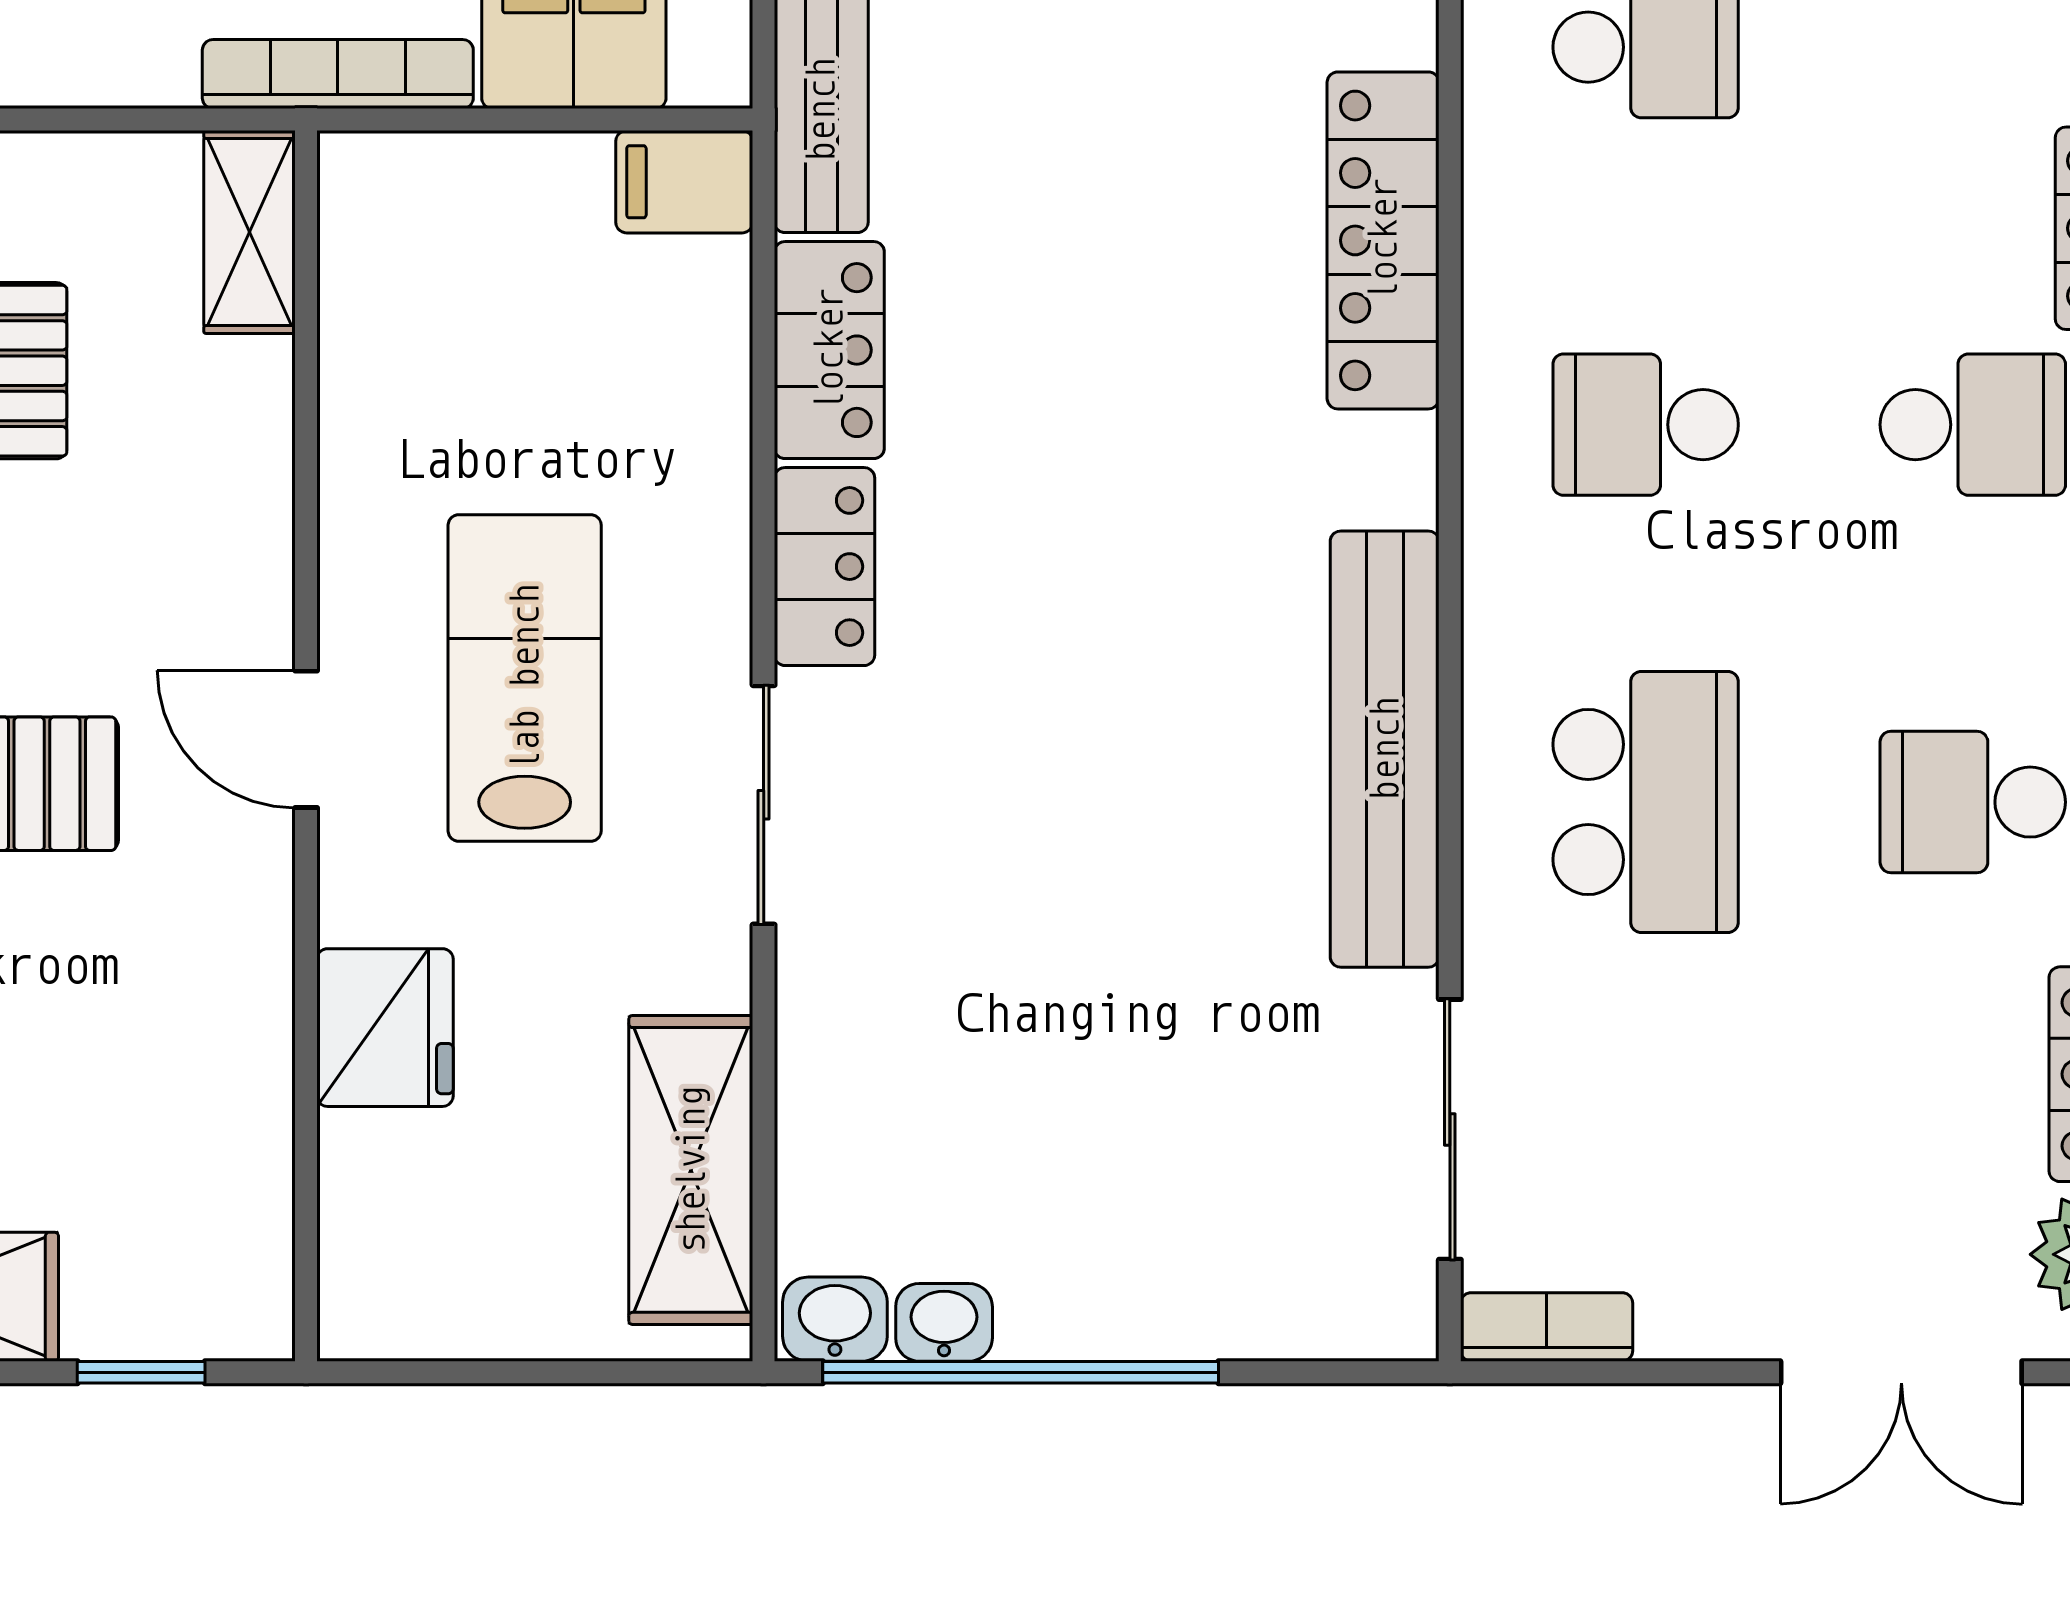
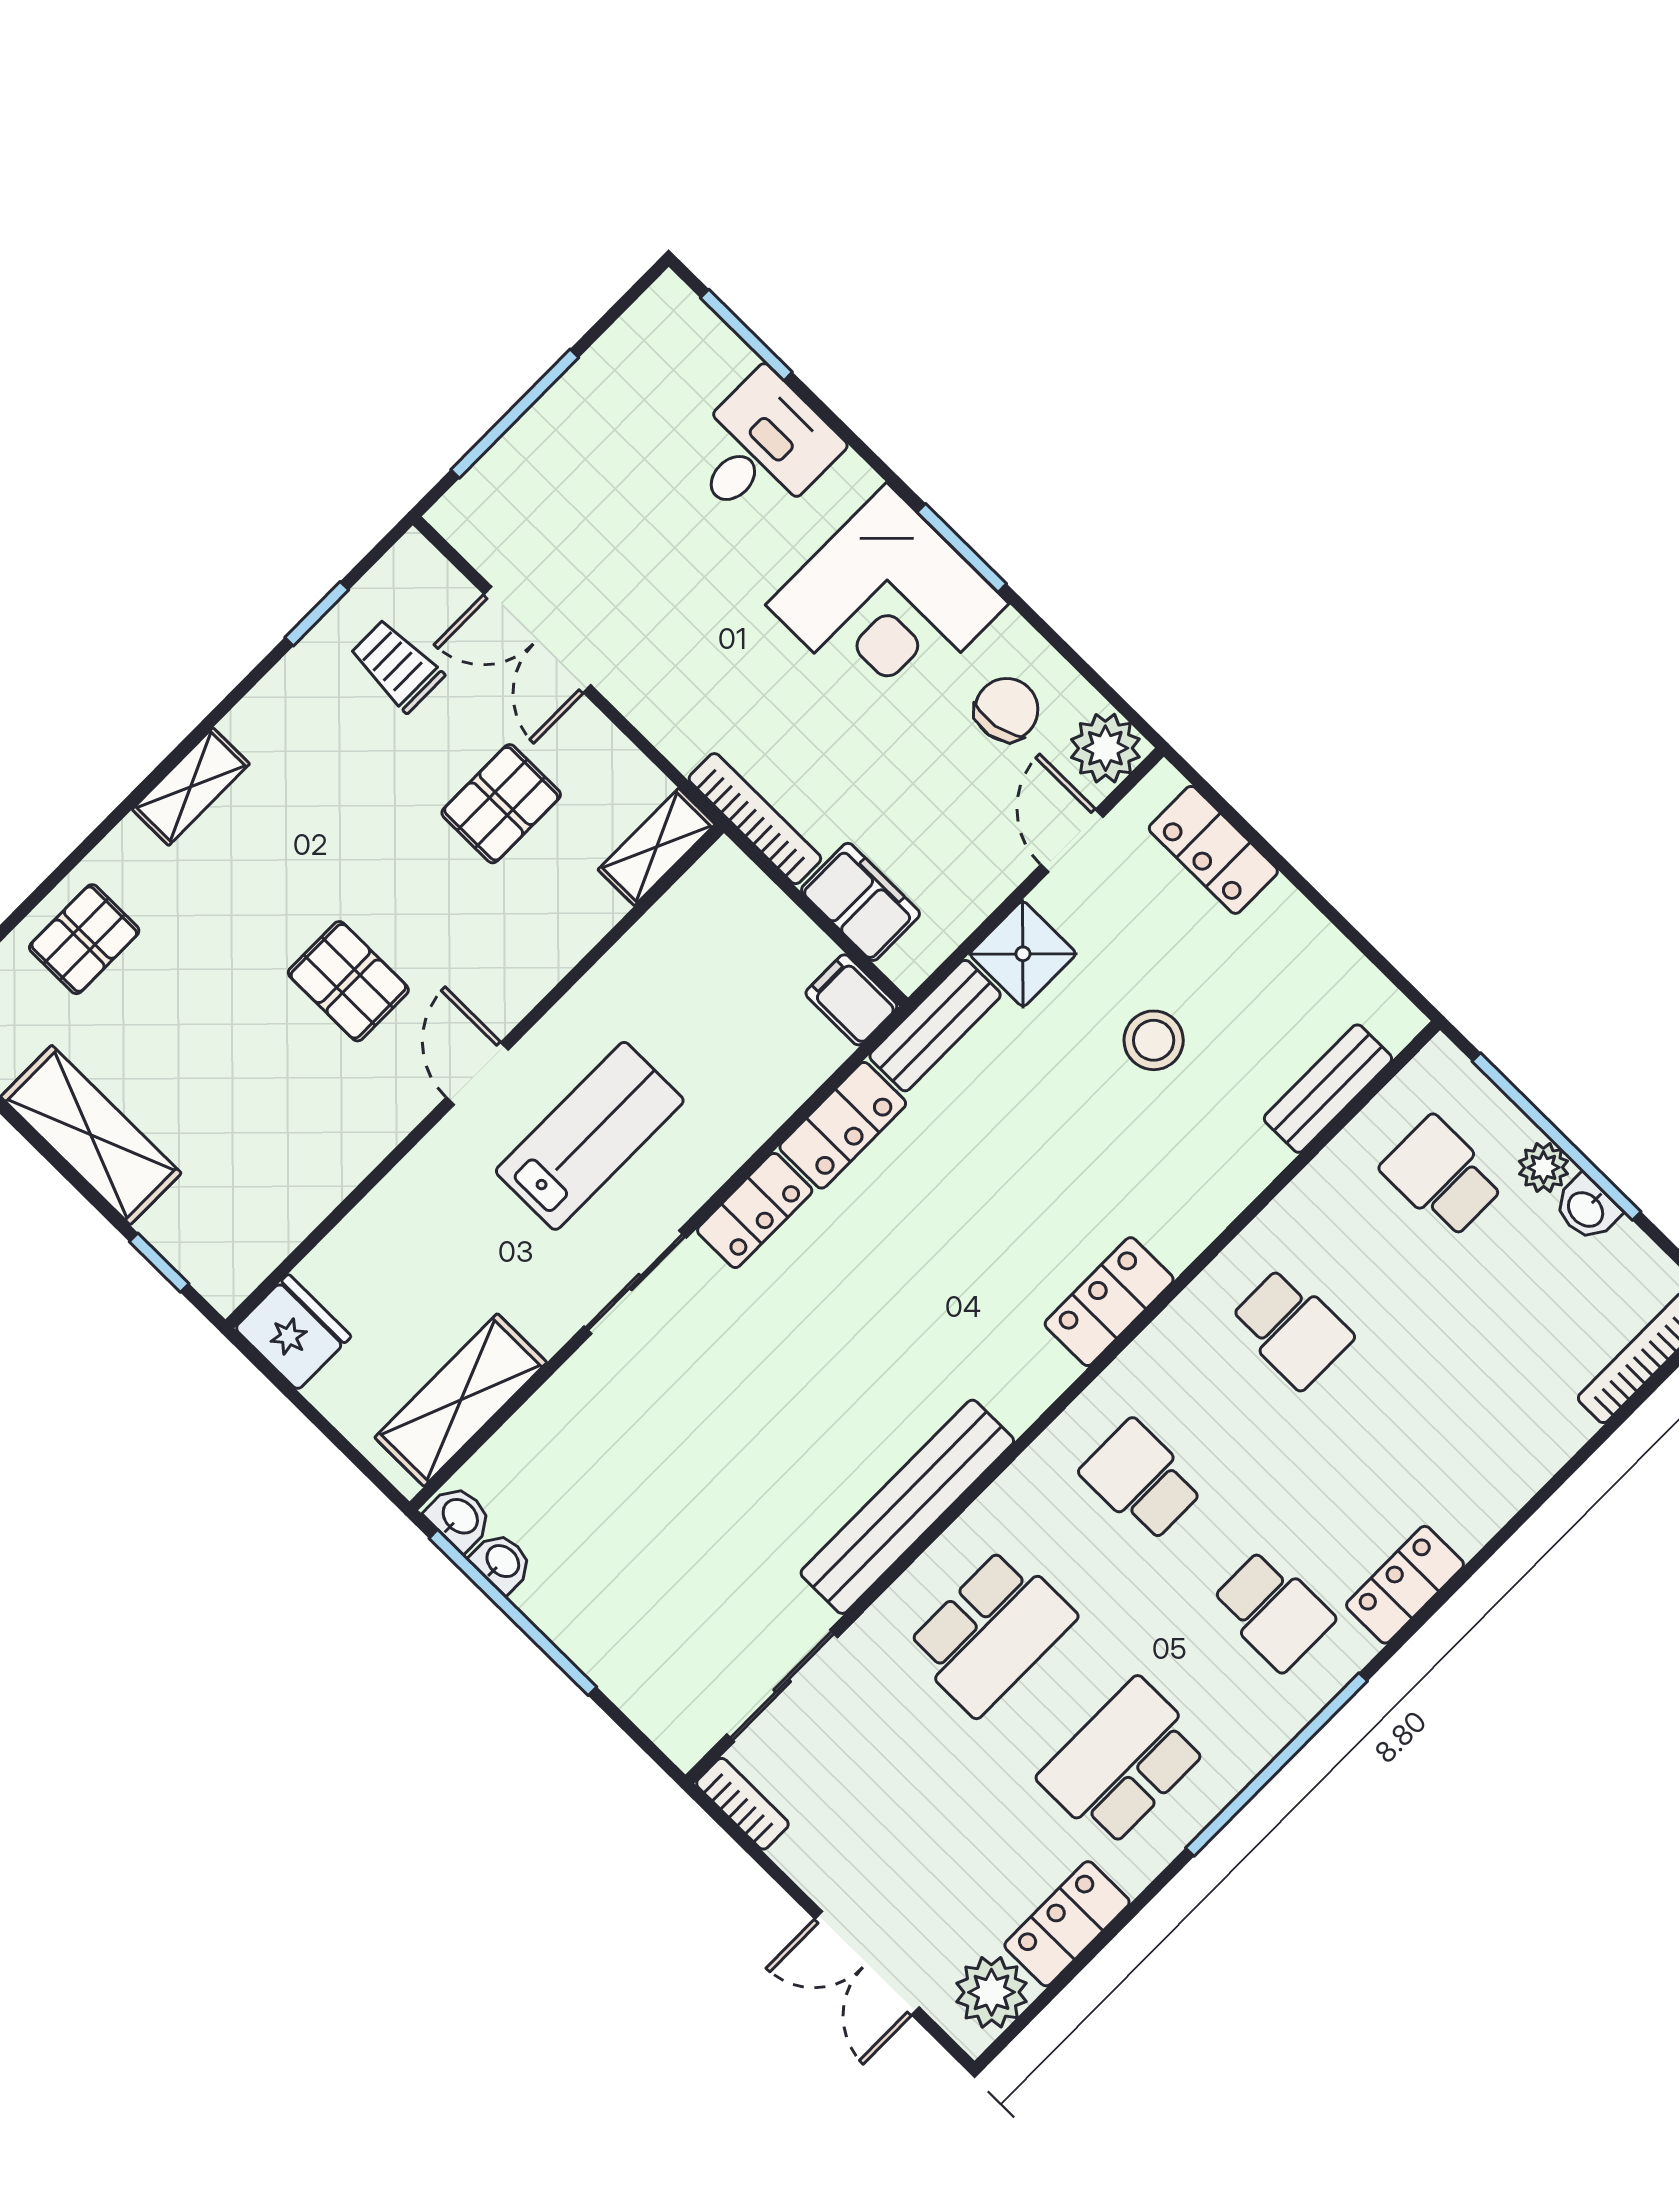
locker: (1383, 240) -> (1109, 1302), width x0.66
school desk: (1973, 802) -> (1123, 1762), width x1.85
fridge: (385, 1028) -> (293, 1332), moved, turned -90

